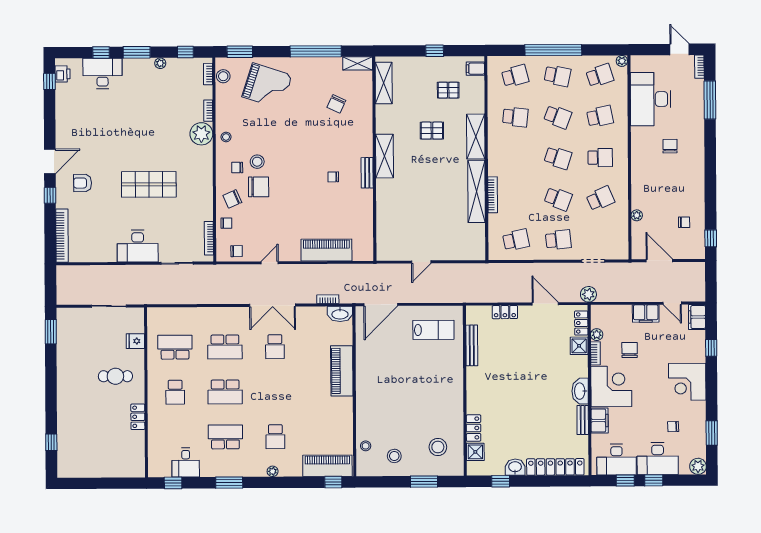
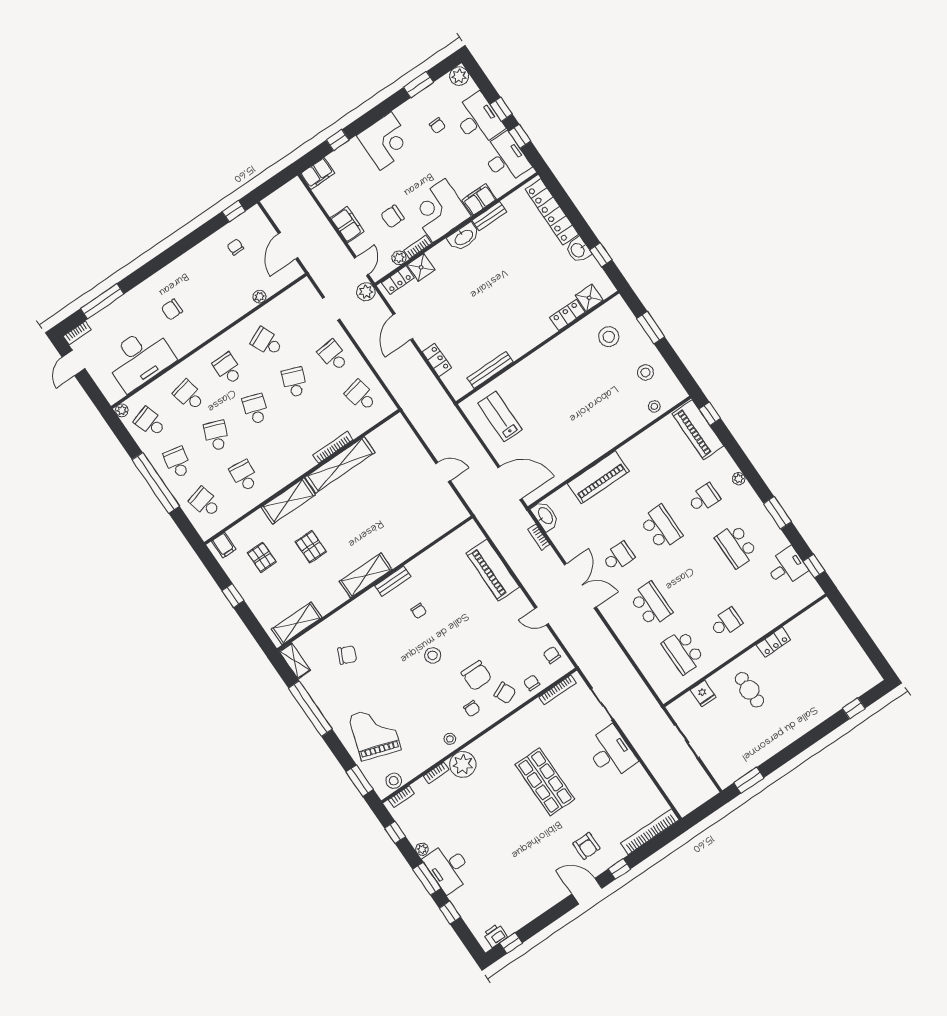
desk: (103, 73) -> (448, 867), moved
stool: (257, 162) -> (433, 655), moved
chair: (259, 187) -> (476, 676), turned 180
door: (672, 303) -> (361, 266), moved
school desk: (225, 392) -> (661, 528), moved

